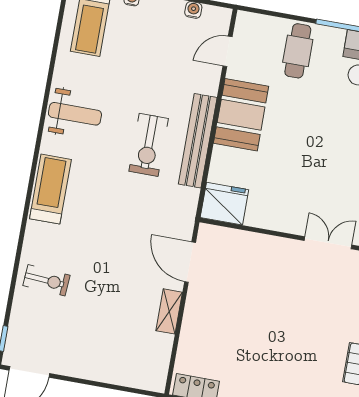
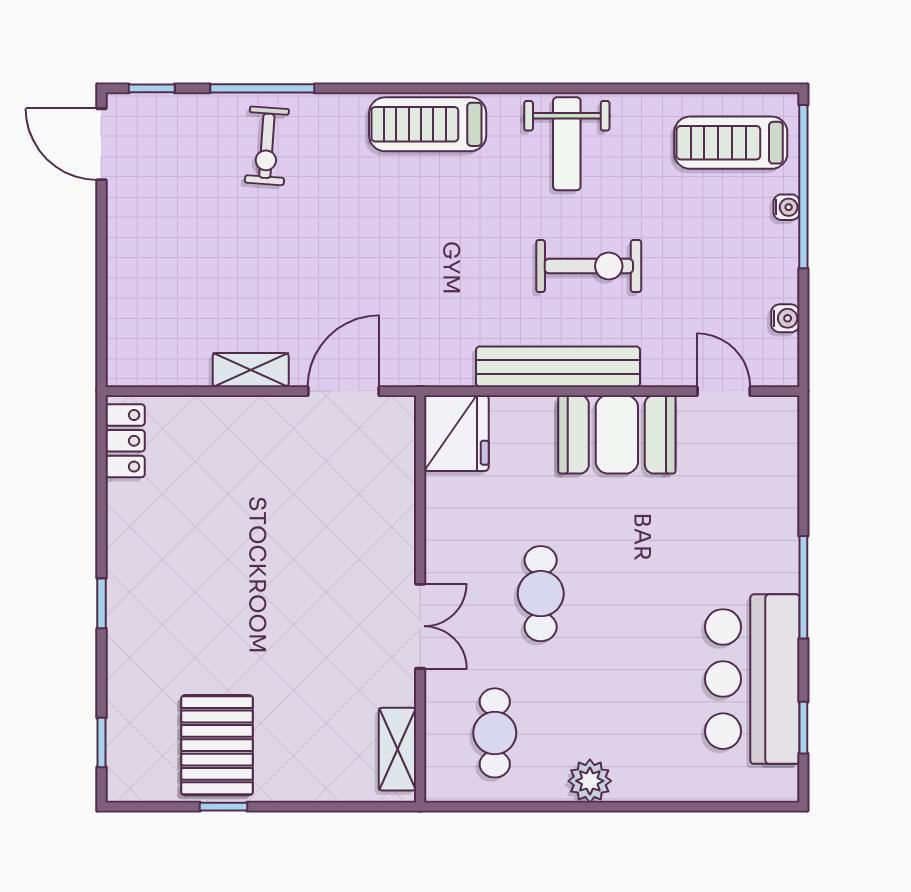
cafe table: (298, 51) -> (541, 594), moved, turned 90
exercise bike: (149, 145) -> (589, 266), moved, turned 180
treadmill: (50, 189) -> (428, 124), turned 180
window: (14, 277) -> (262, 88), added

